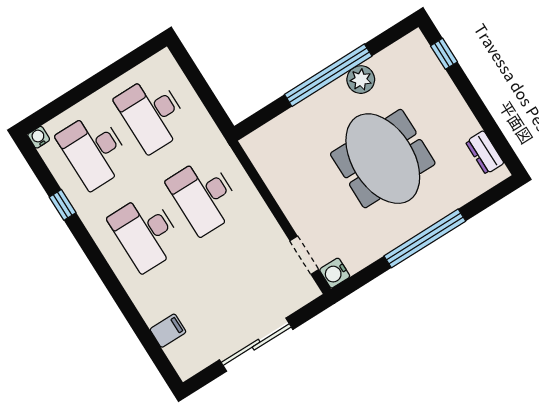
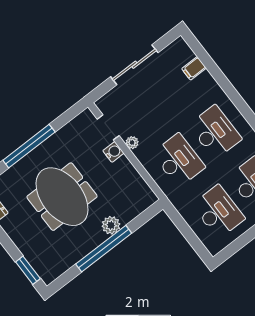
window: (444, 54) -> (28, 270), width x1.50
plant: (361, 80) -> (111, 225), moved
plant: (271, 229) -> (132, 143), added
water cooler: (335, 273) -> (113, 152), moved

